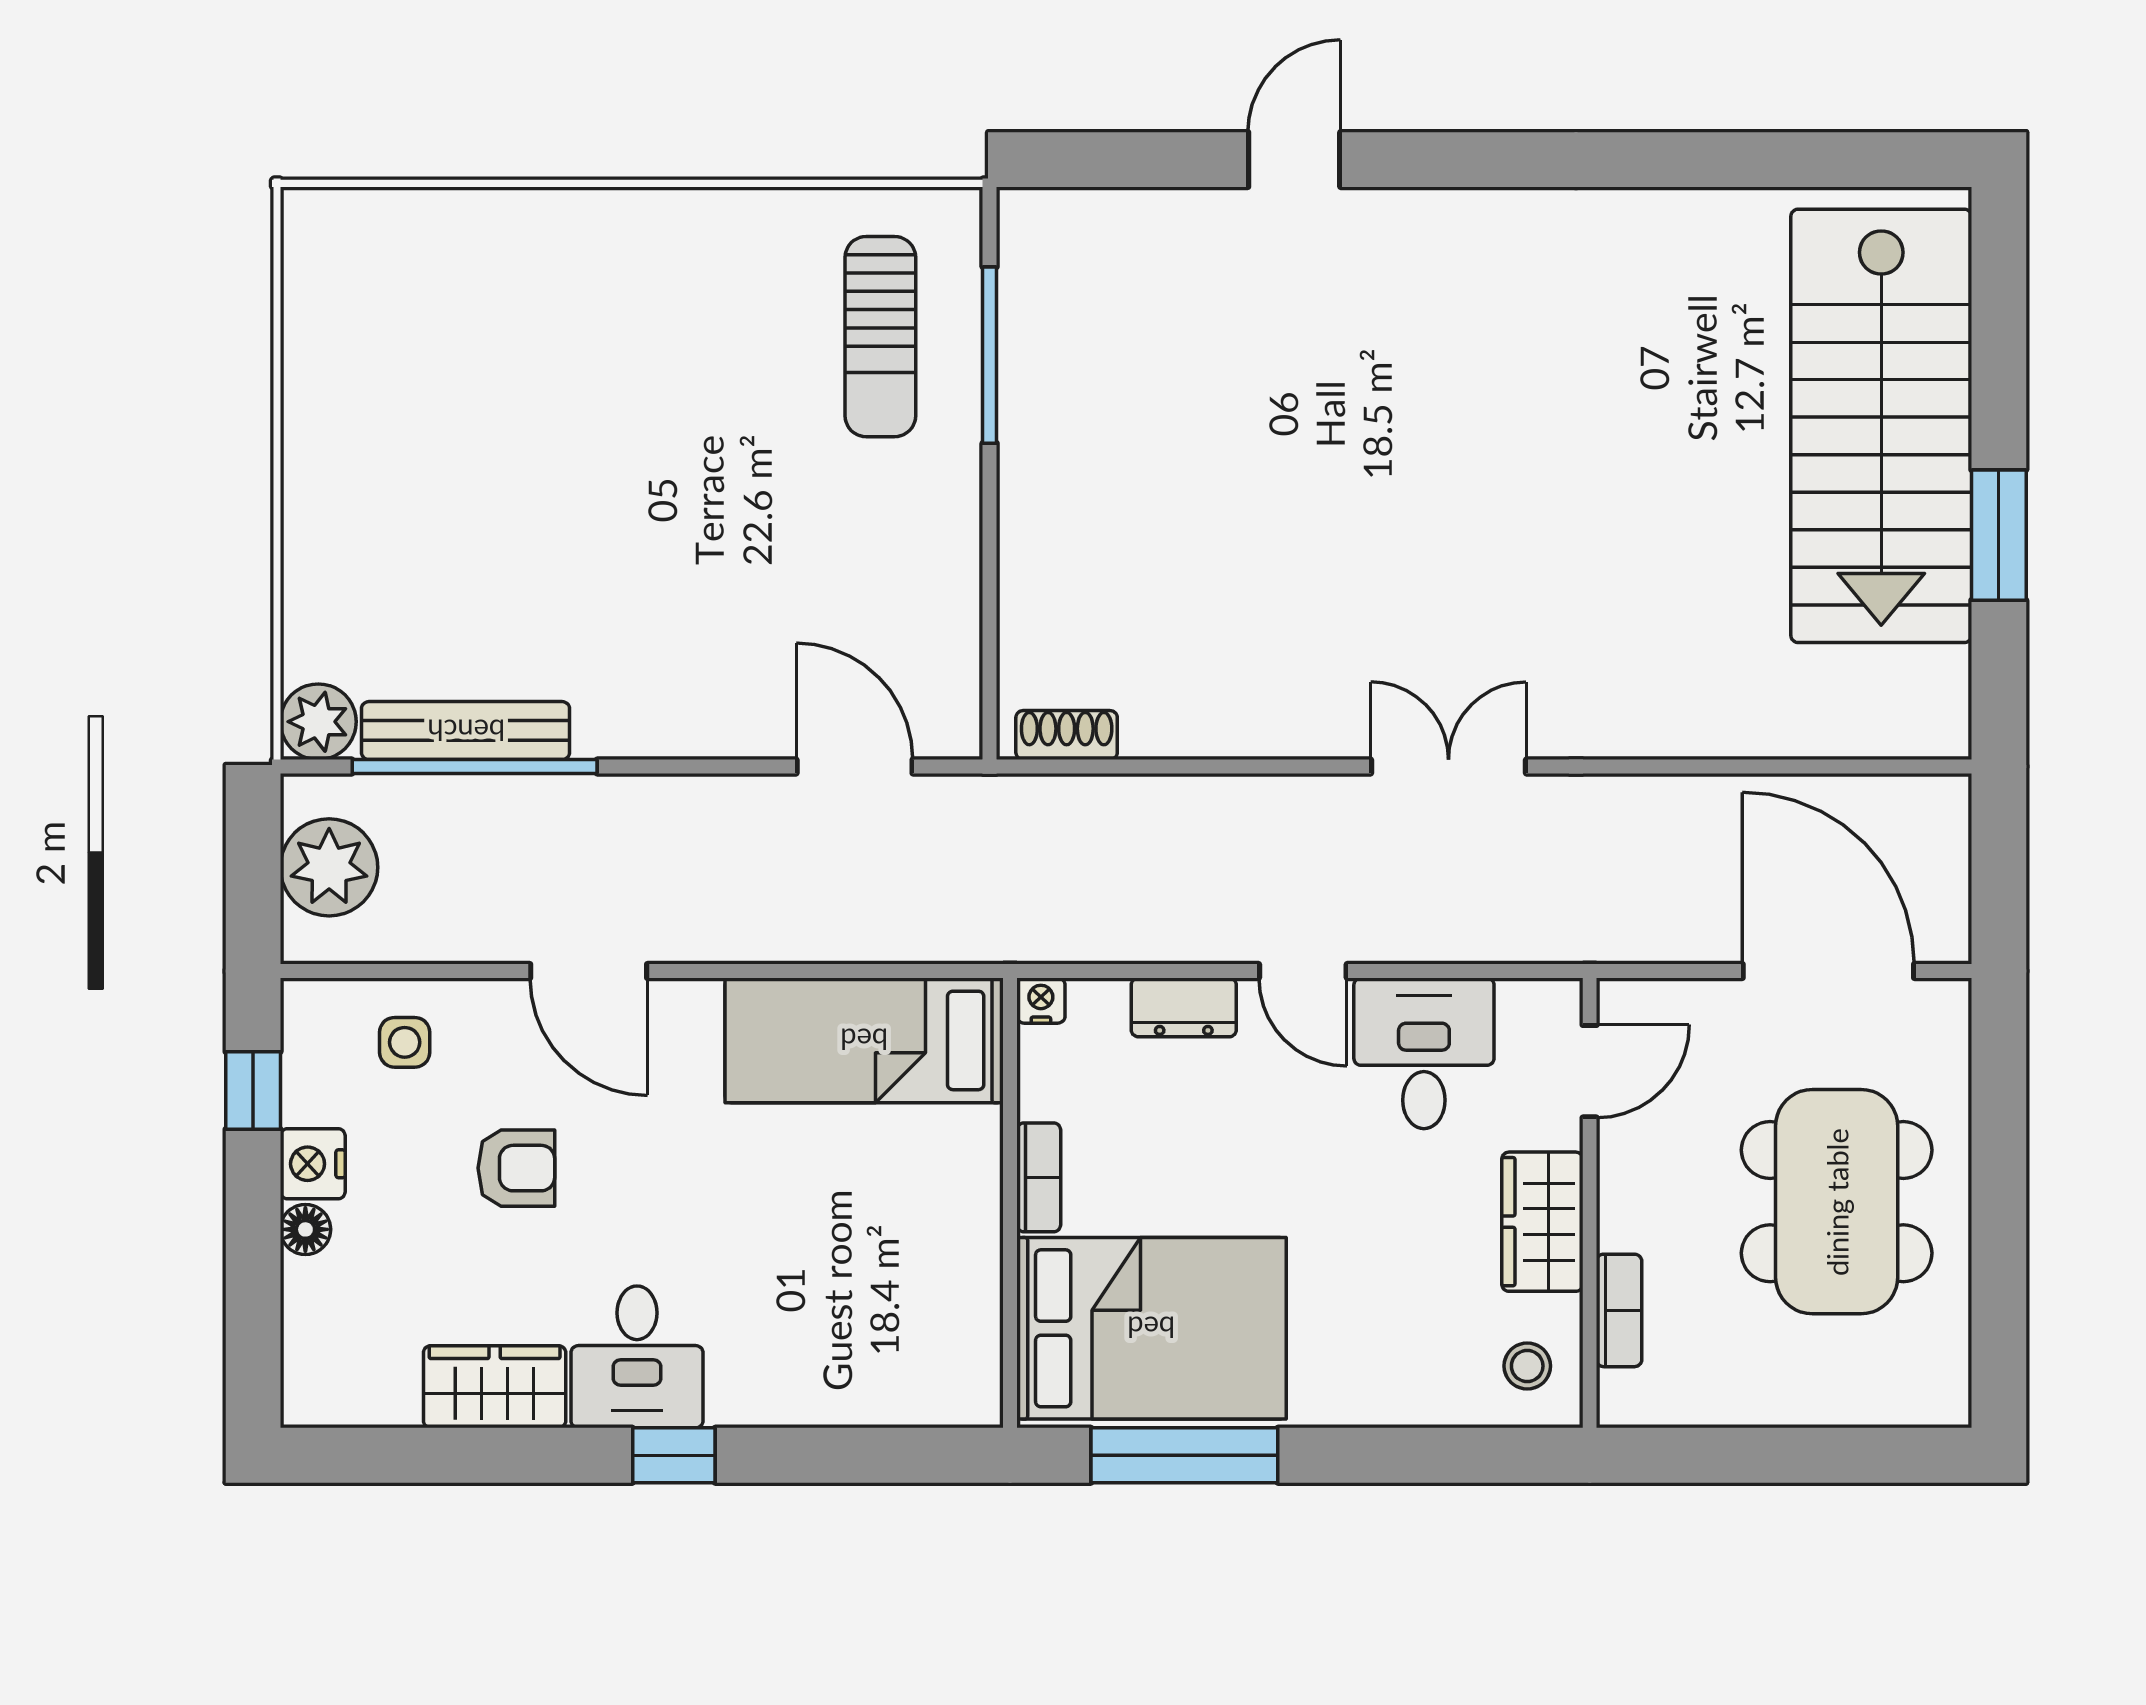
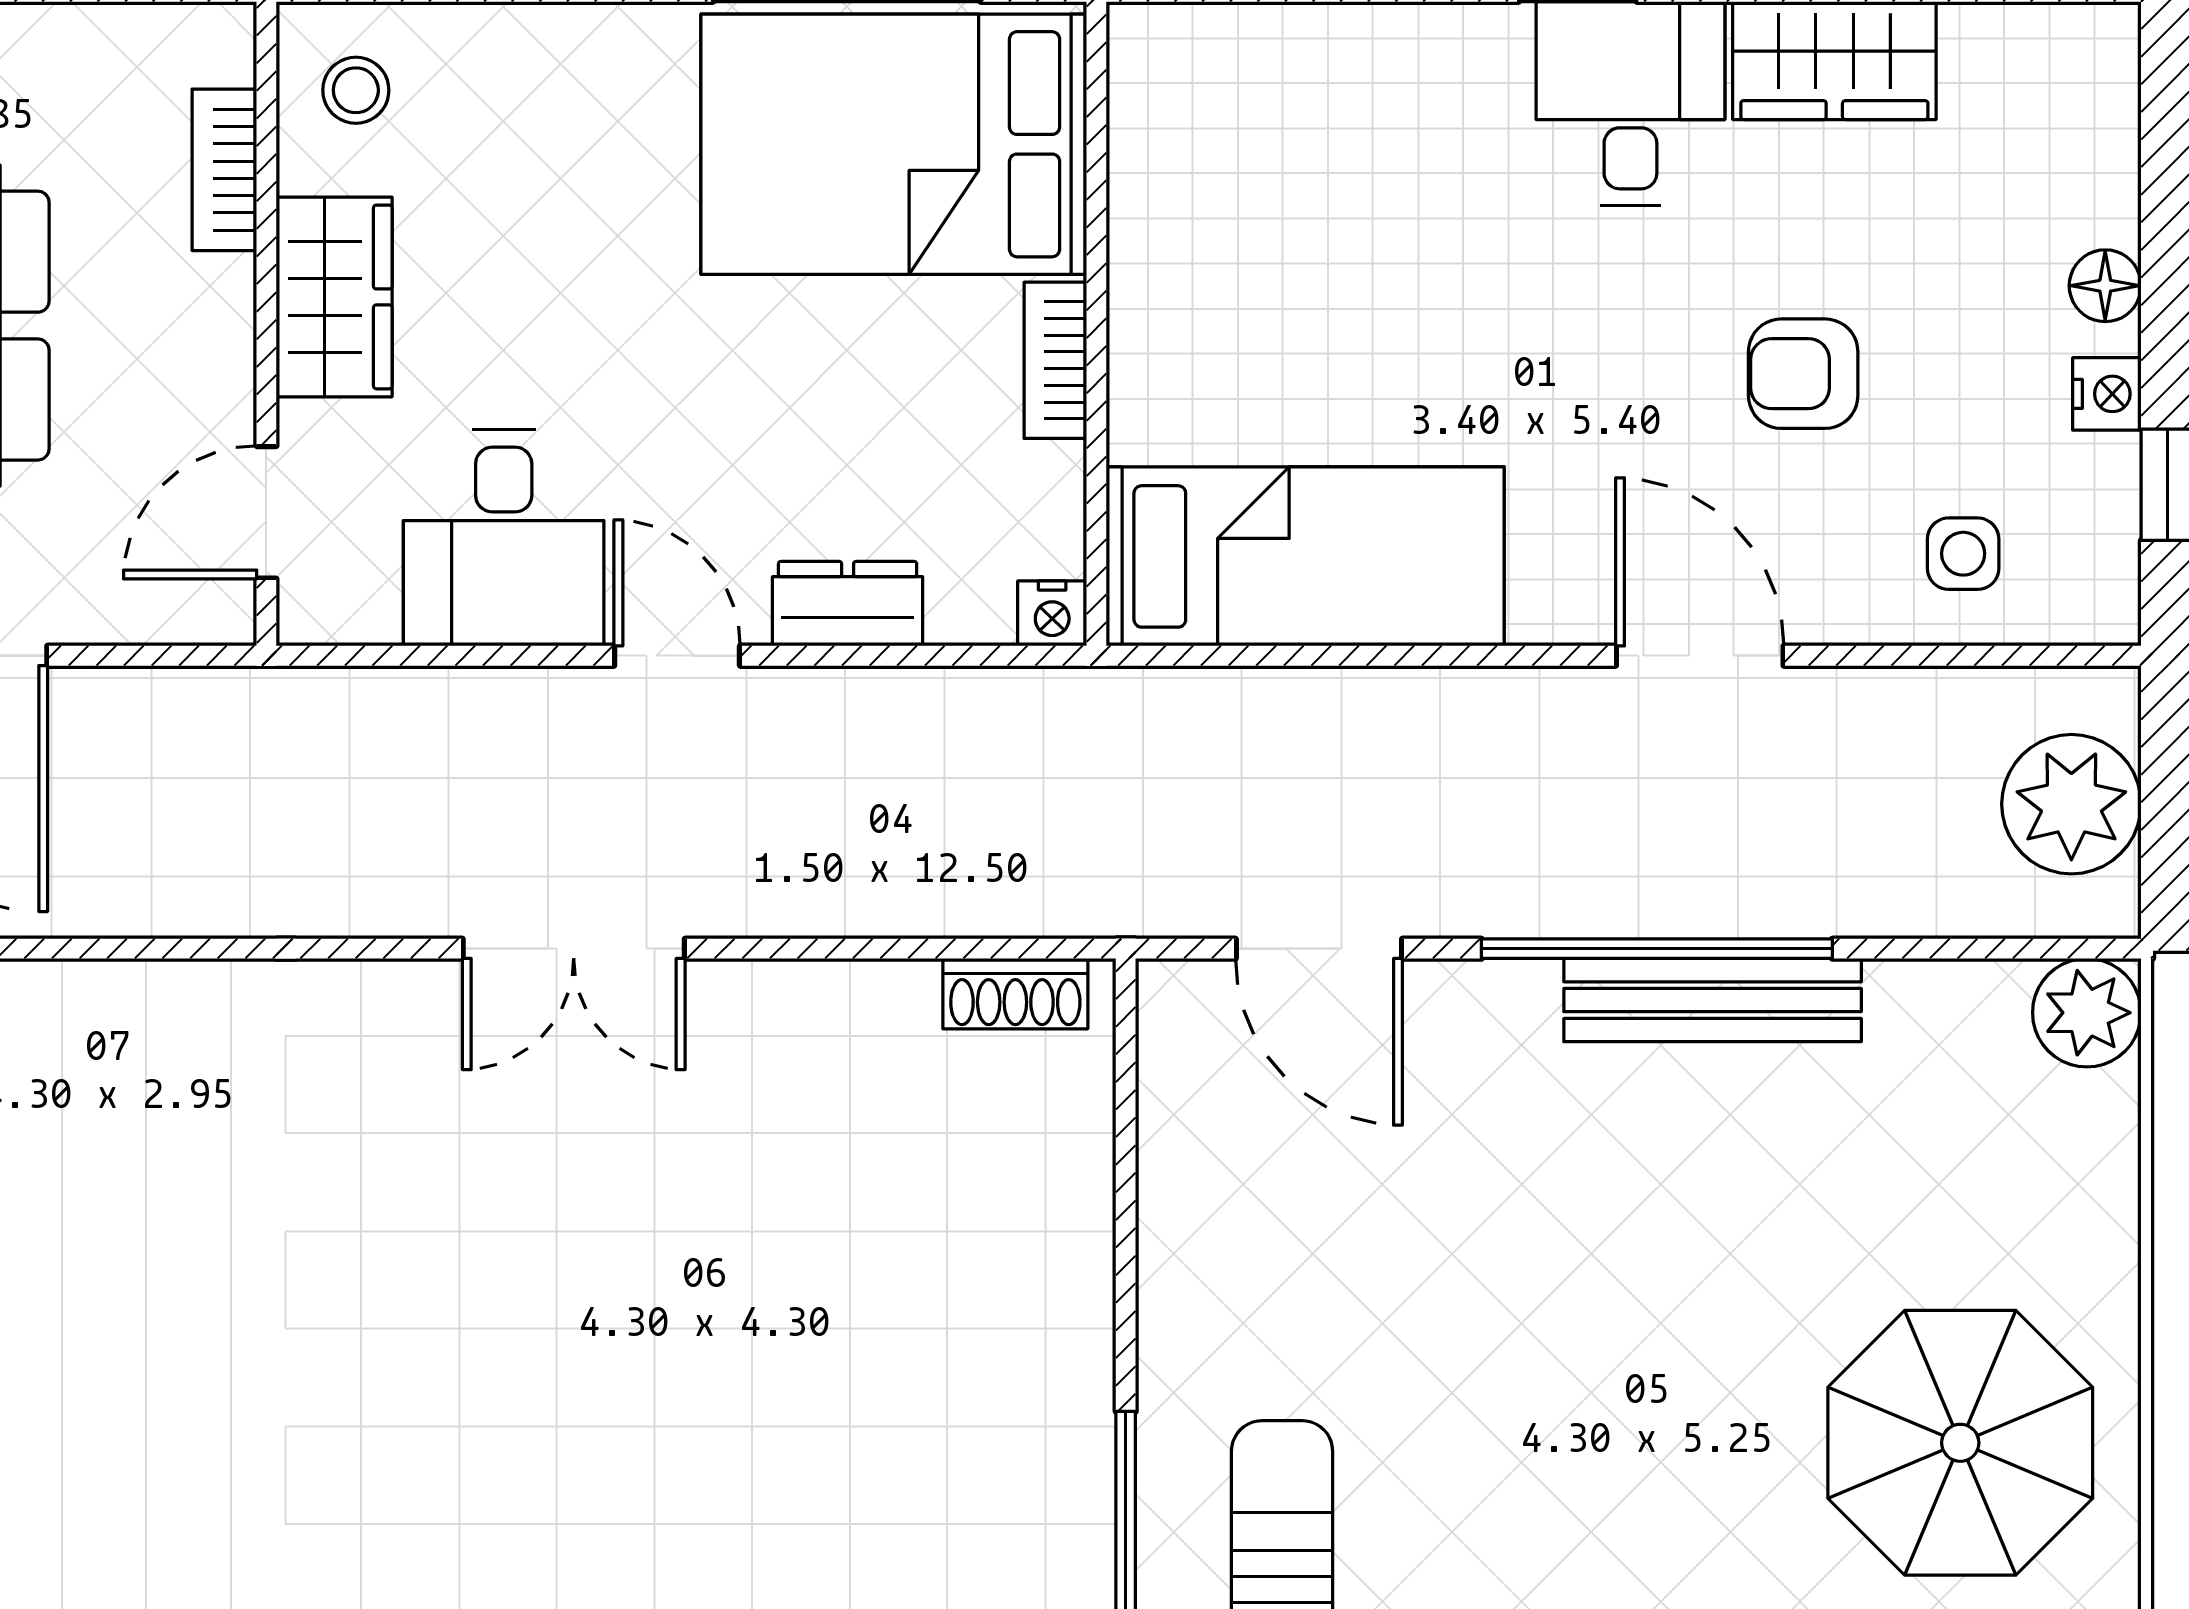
parasol: (407, 421) -> (1960, 1443), added
bench: (466, 731) -> (1713, 1000), moved
window: (475, 766) -> (1657, 949), moved
double door: (1449, 766) -> (574, 949), moved
nightstand: (313, 1164) -> (2107, 394), width x0.72, depth x0.74

